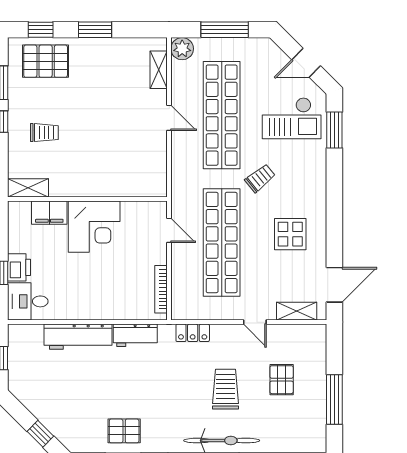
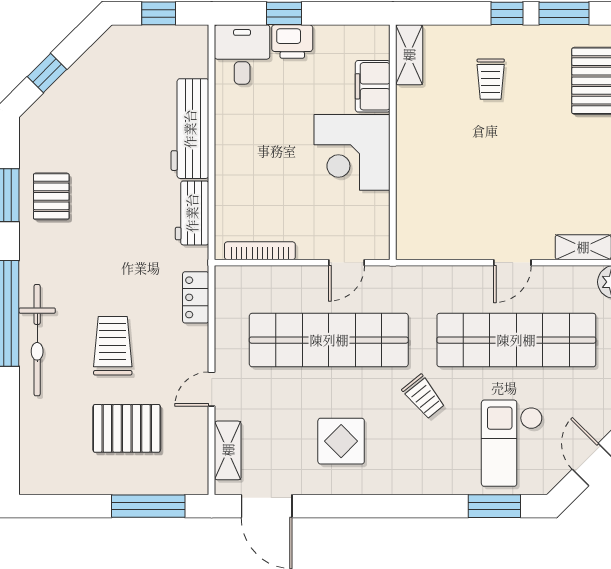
pallet: (282, 380) -> (127, 428), width x1.50, depth x1.42
trolley: (225, 389) -> (113, 346), turned -90
window: (334, 400) -> (148, 506), moved

